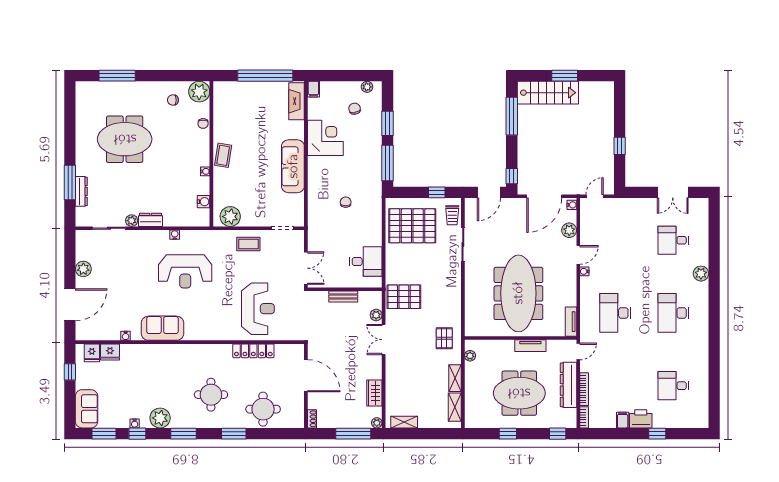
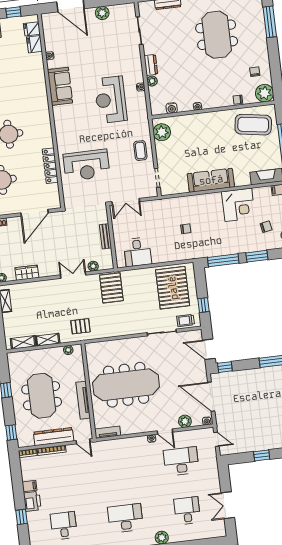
coffee table: (223, 155) -> (253, 125), moved, width x1.86, depth x1.72
plant: (132, 221) -> (152, 81), moved
desk: (615, 313) -> (181, 461), moved
tv unit: (530, 346) -> (83, 400), width x1.41

